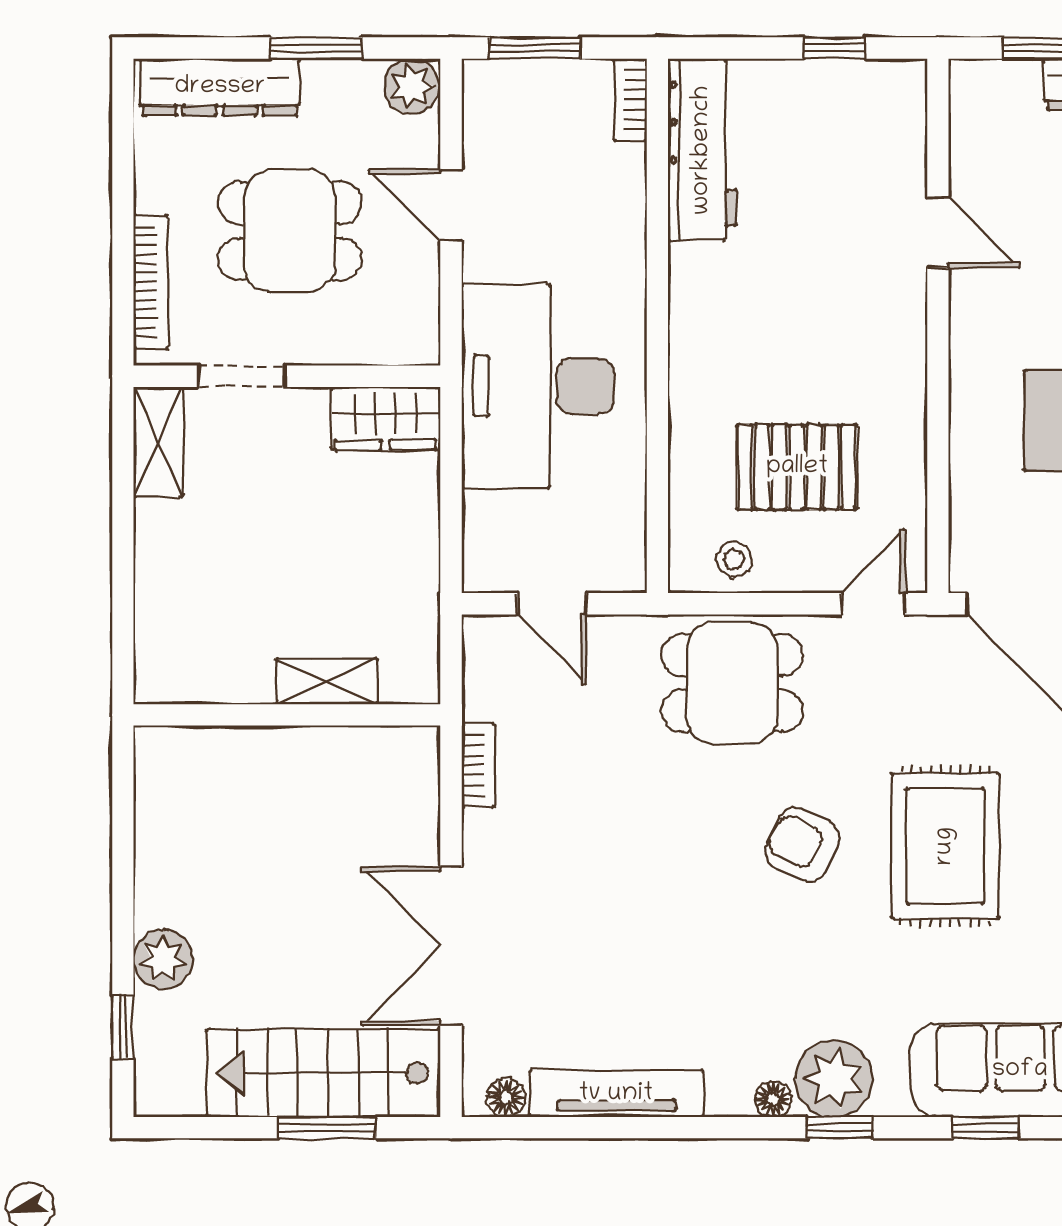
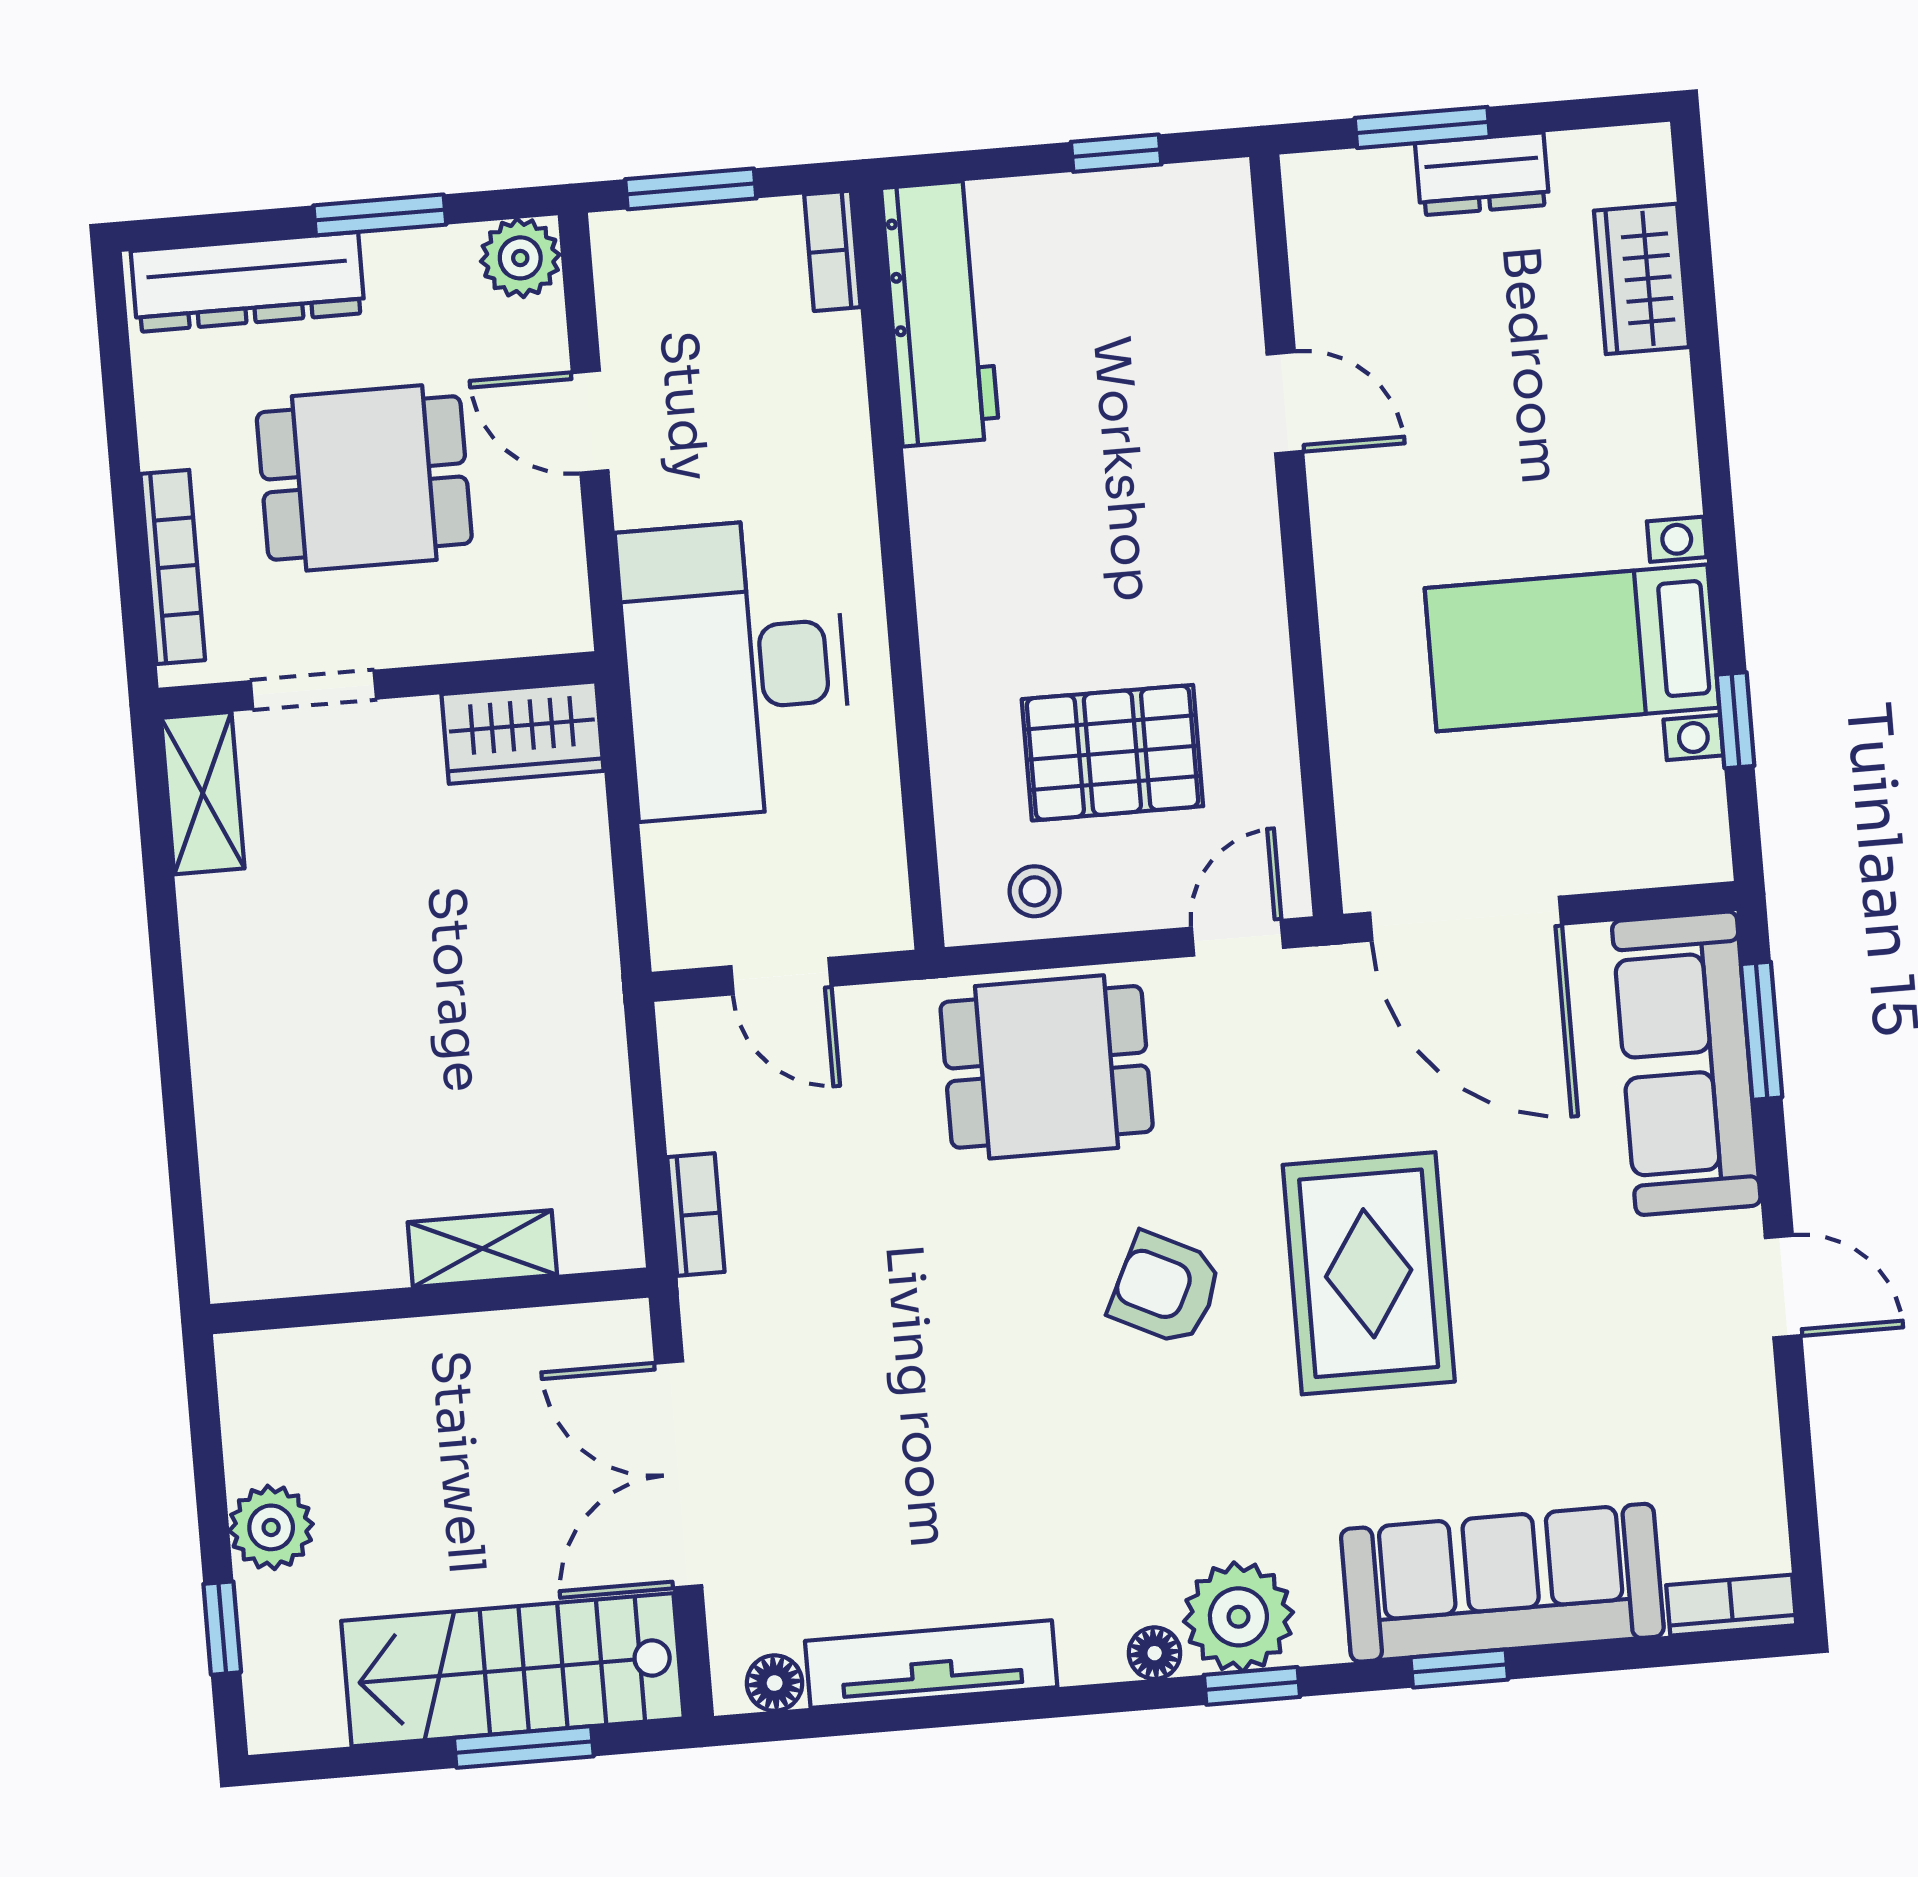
shelving: (327, 681) -> (482, 1249), moved
wall: (287, 715) -> (429, 1301), moved

